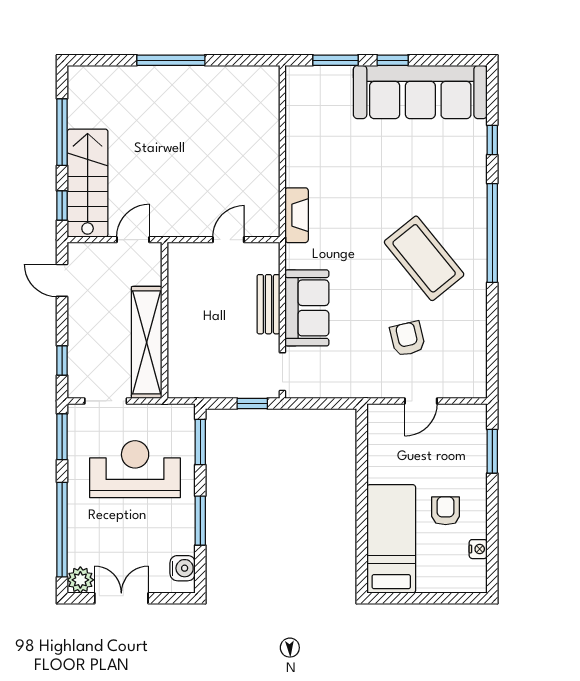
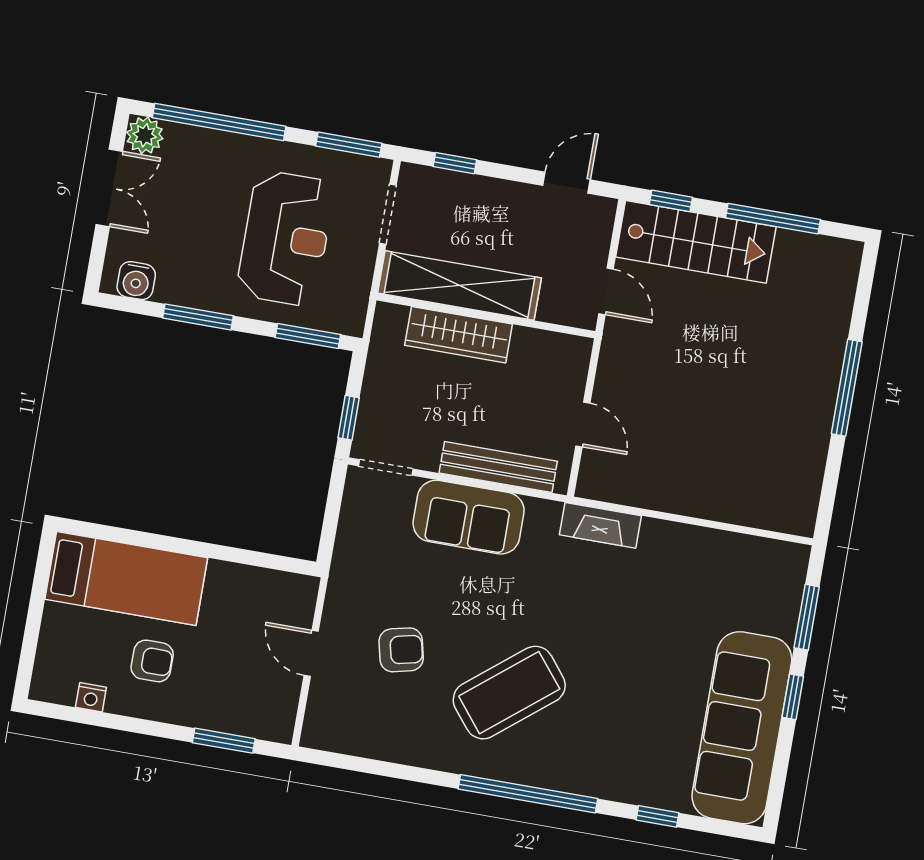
bench: (268, 304) -> (498, 467), width x1.36
wardrobe: (181, 337) -> (459, 335), added

